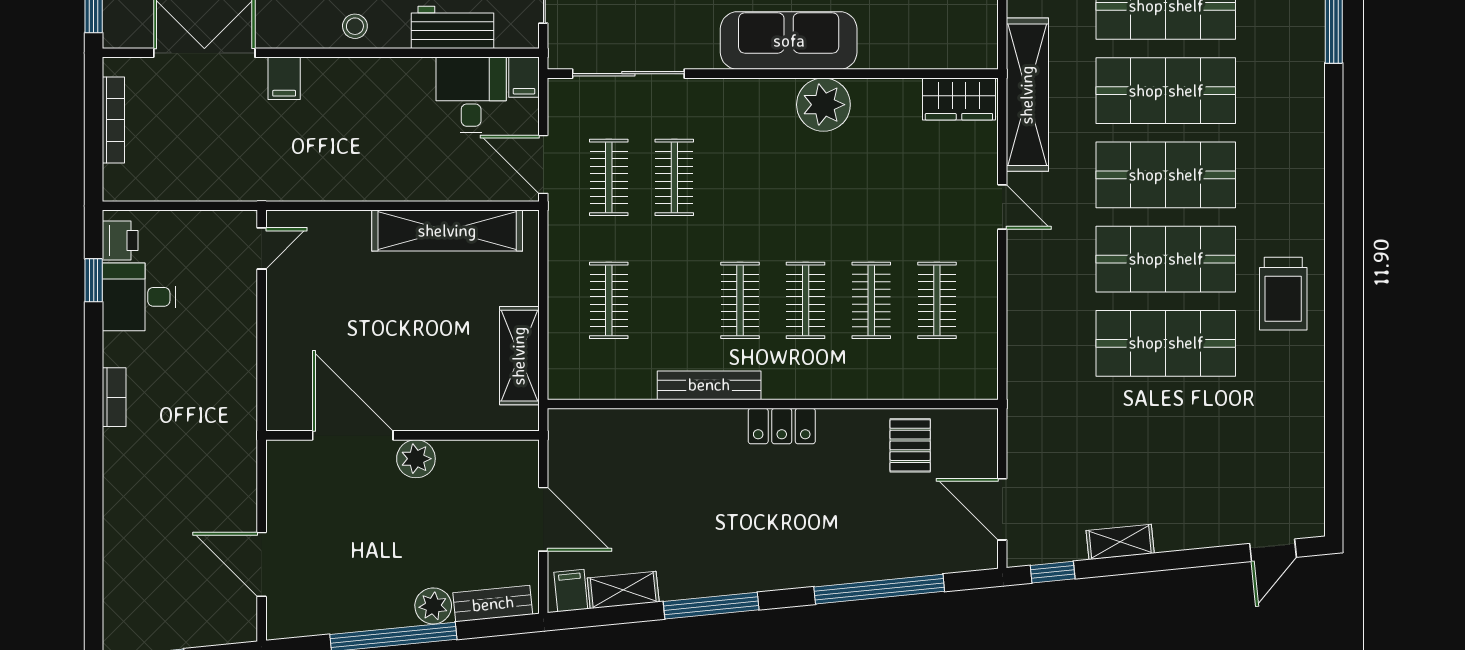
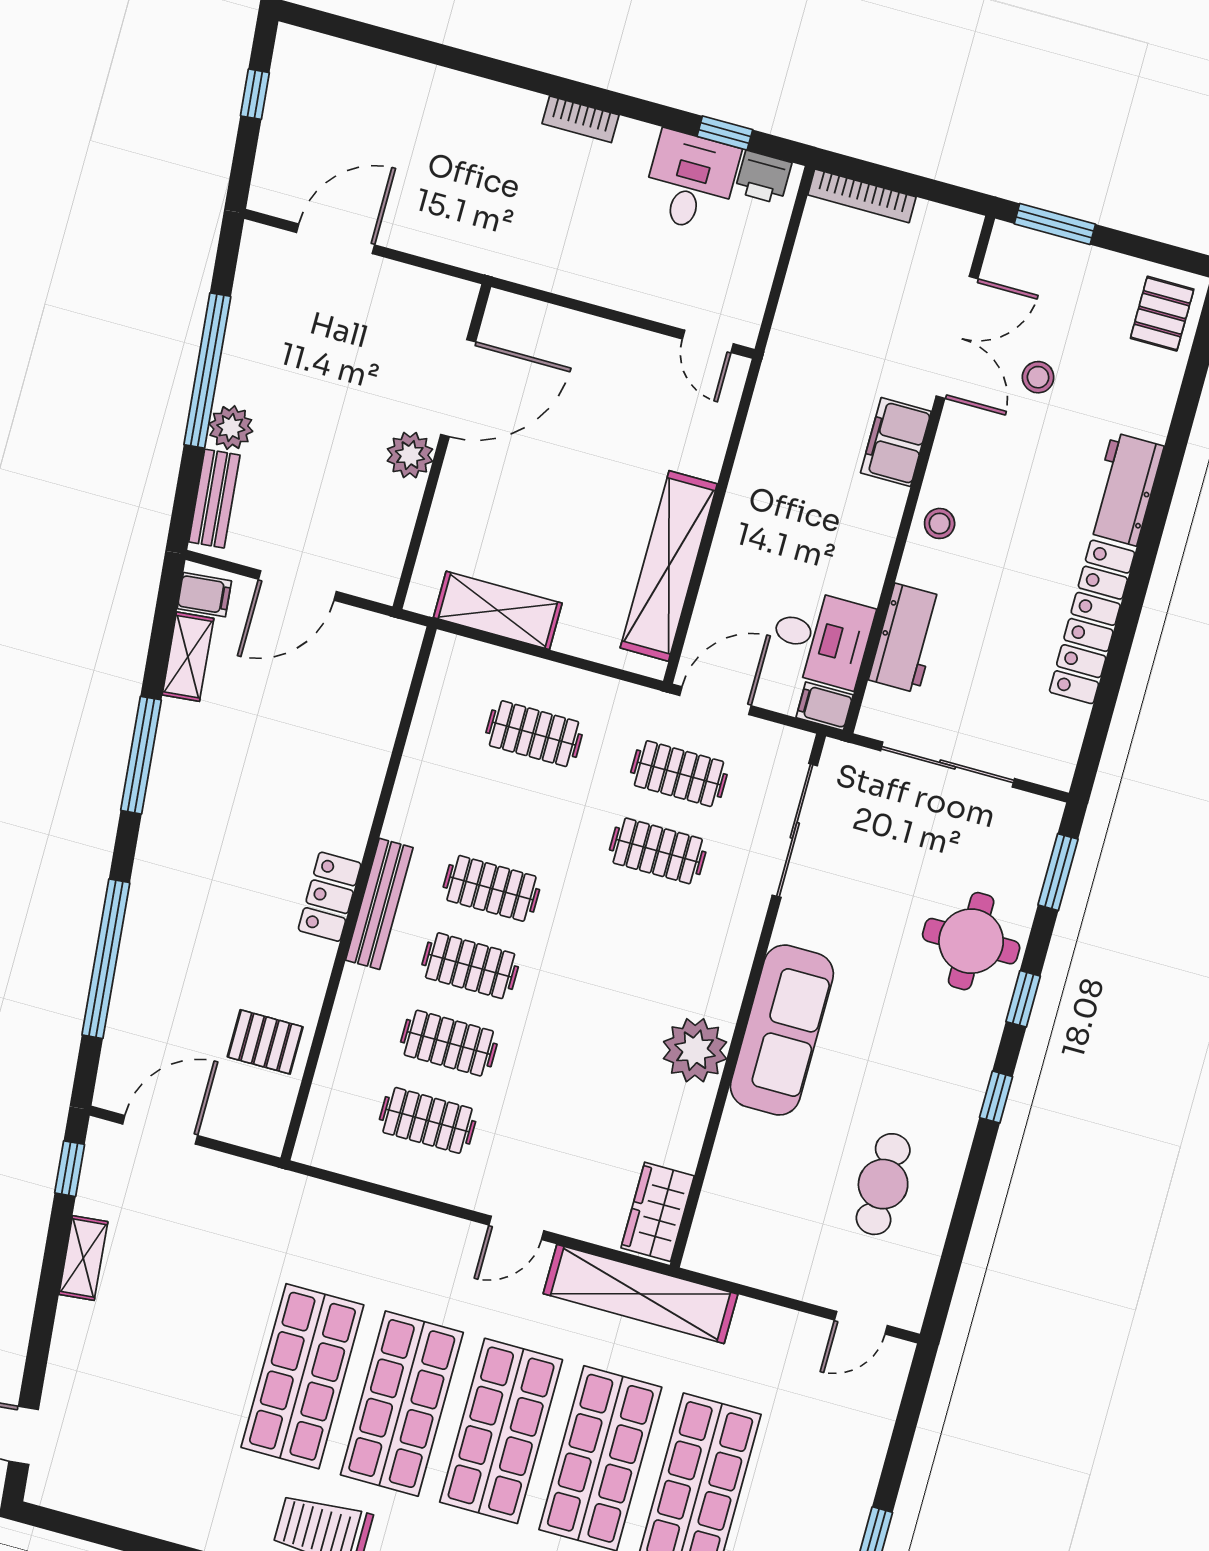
filing cabinet: (284, 78) -> (896, 442), width x2.00
bookcase: (113, 120) -> (862, 196), moved
bench: (709, 385) -> (379, 904), moved

